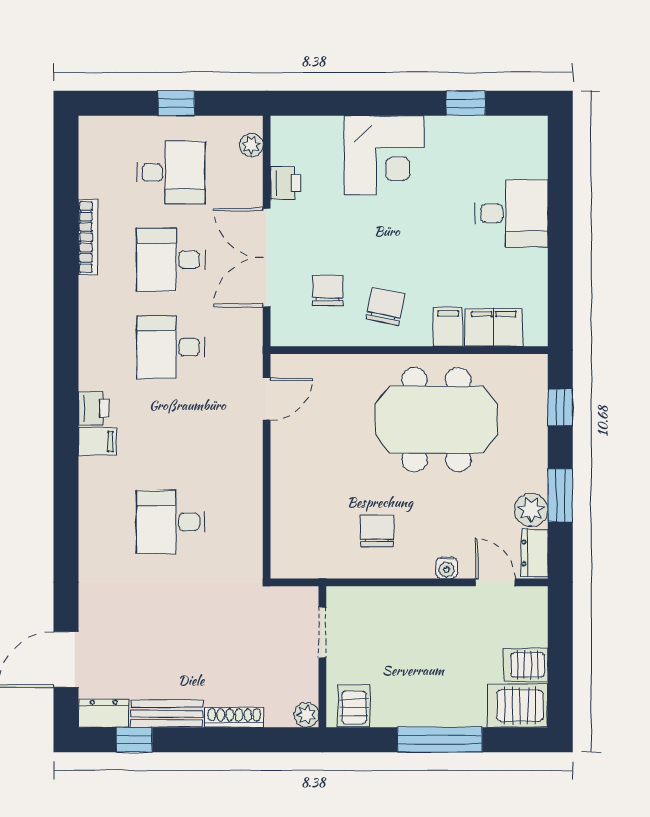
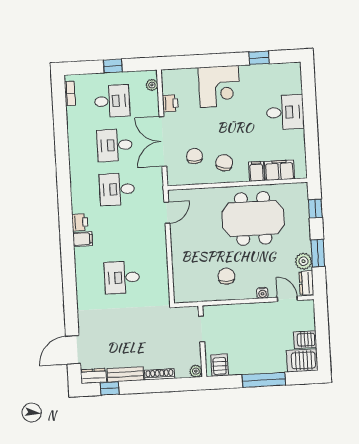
bookcase: (88, 237) -> (70, 93), moved, width x0.64

